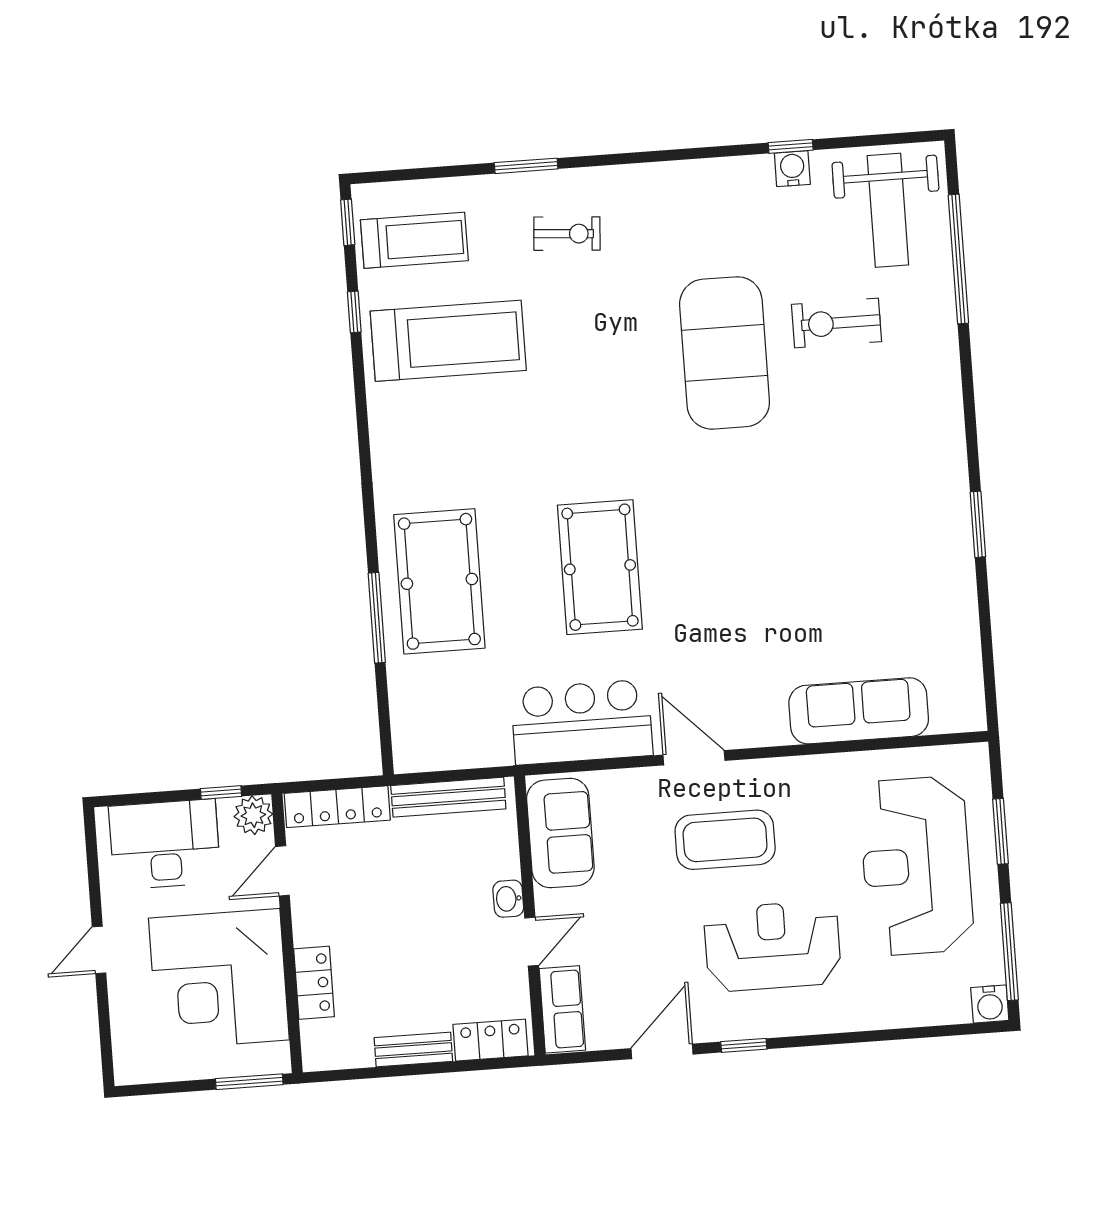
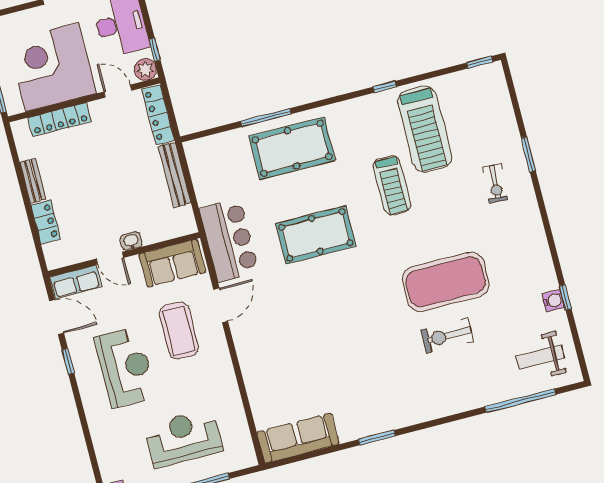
weight bench: (888, 210) -> (540, 357), width x0.73, depth x0.75
treadmill: (414, 240) -> (392, 185), moved
window: (354, 312) -> (385, 87), moved
exercise bike: (837, 323) -> (447, 336), moved, turned -90
sofa: (859, 711) -> (298, 438), moved, turned -90
sofa: (560, 833) -> (172, 263), moved
reception desk: (916, 866) -> (184, 438), width x0.74, depth x0.77
washbasin: (508, 899) -> (131, 241), moved
wall: (530, 915) -> (124, 255), moved
door: (532, 942) -> (110, 258), moved
locker: (314, 983) -> (60, 120), width x1.53
row of seats: (562, 1009) -> (76, 282), moved

